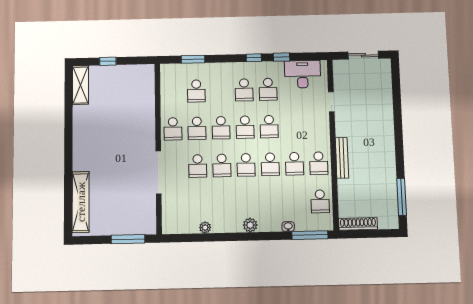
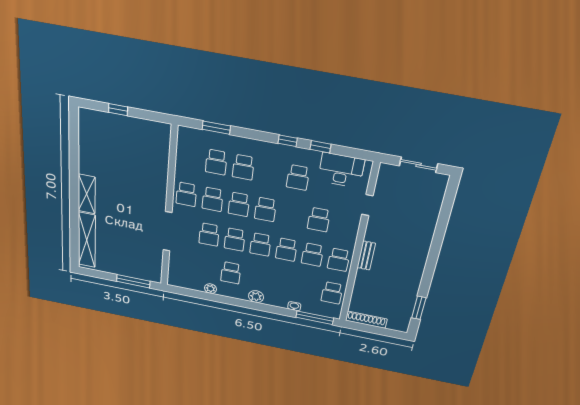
shelving: (80, 85) -> (87, 194), moved
school desk: (244, 90) -> (243, 167), moved
school desk: (269, 127) -> (319, 220), moved
bench: (342, 158) -> (366, 256), width x0.73
window: (402, 197) -> (419, 308), width x0.69
school desk: (223, 204) -> (231, 273), added

